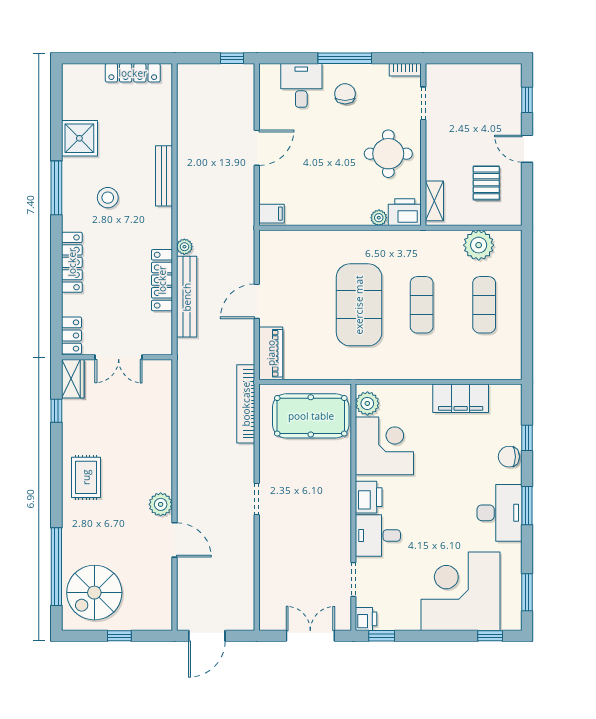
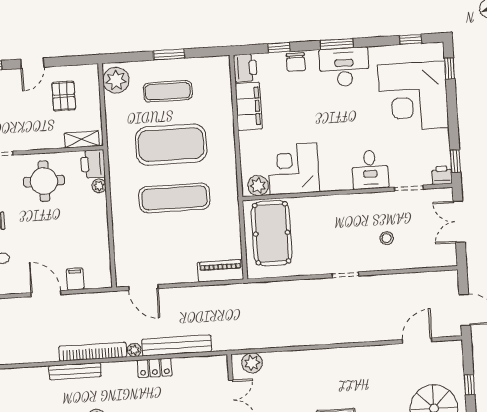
pallet: (486, 183) -> (64, 96), turned 90
filing cabinet: (271, 214) -> (75, 279), moved
plant: (479, 245) -> (116, 80), moved
locker: (162, 280) -> (155, 368), width x0.66
door: (257, 301) -> (143, 287), moved
exercise mat: (359, 305) -> (174, 198), width x0.68
exercise mat: (422, 305) -> (171, 145), width x2.00, depth x1.45
window: (527, 309) -> (169, 55), added
bookcase: (246, 404) -> (93, 352), moved, turned 180
printer: (369, 497) -> (245, 68), moved, turned 90
plant: (161, 504) -> (252, 363), moved
door: (175, 540) -> (417, 341), moved
stool: (296, 550) -> (387, 238), added
window: (527, 592) -> (410, 39), width x0.67

